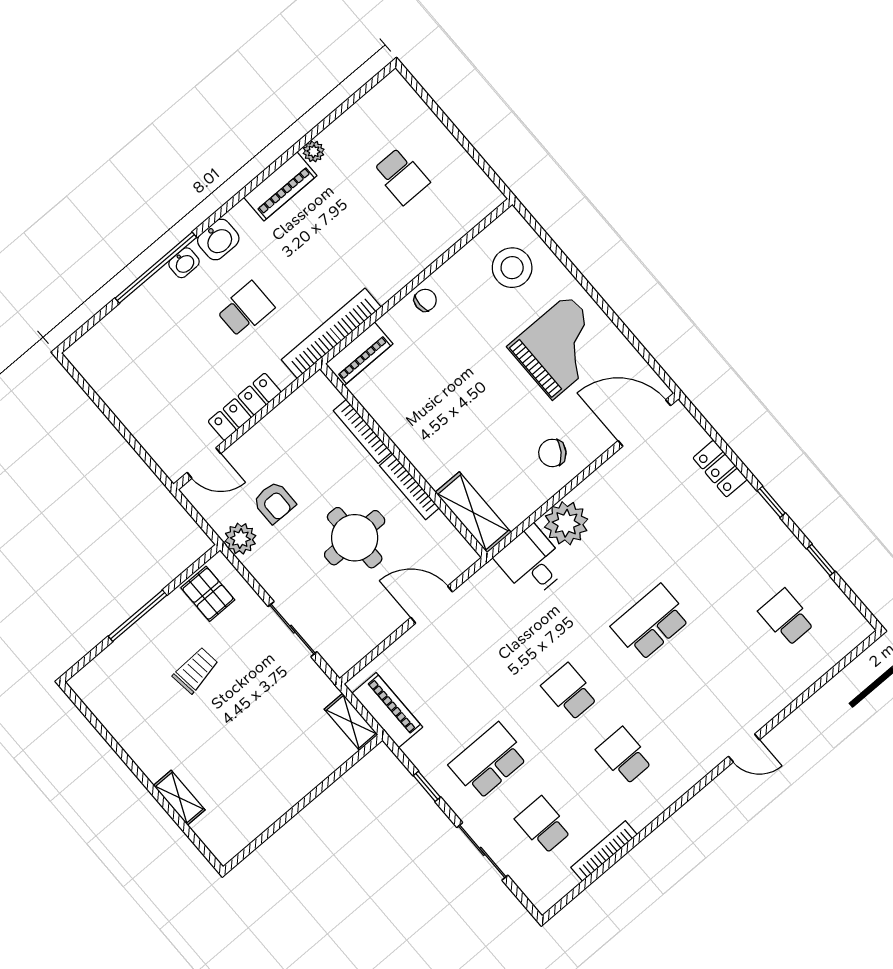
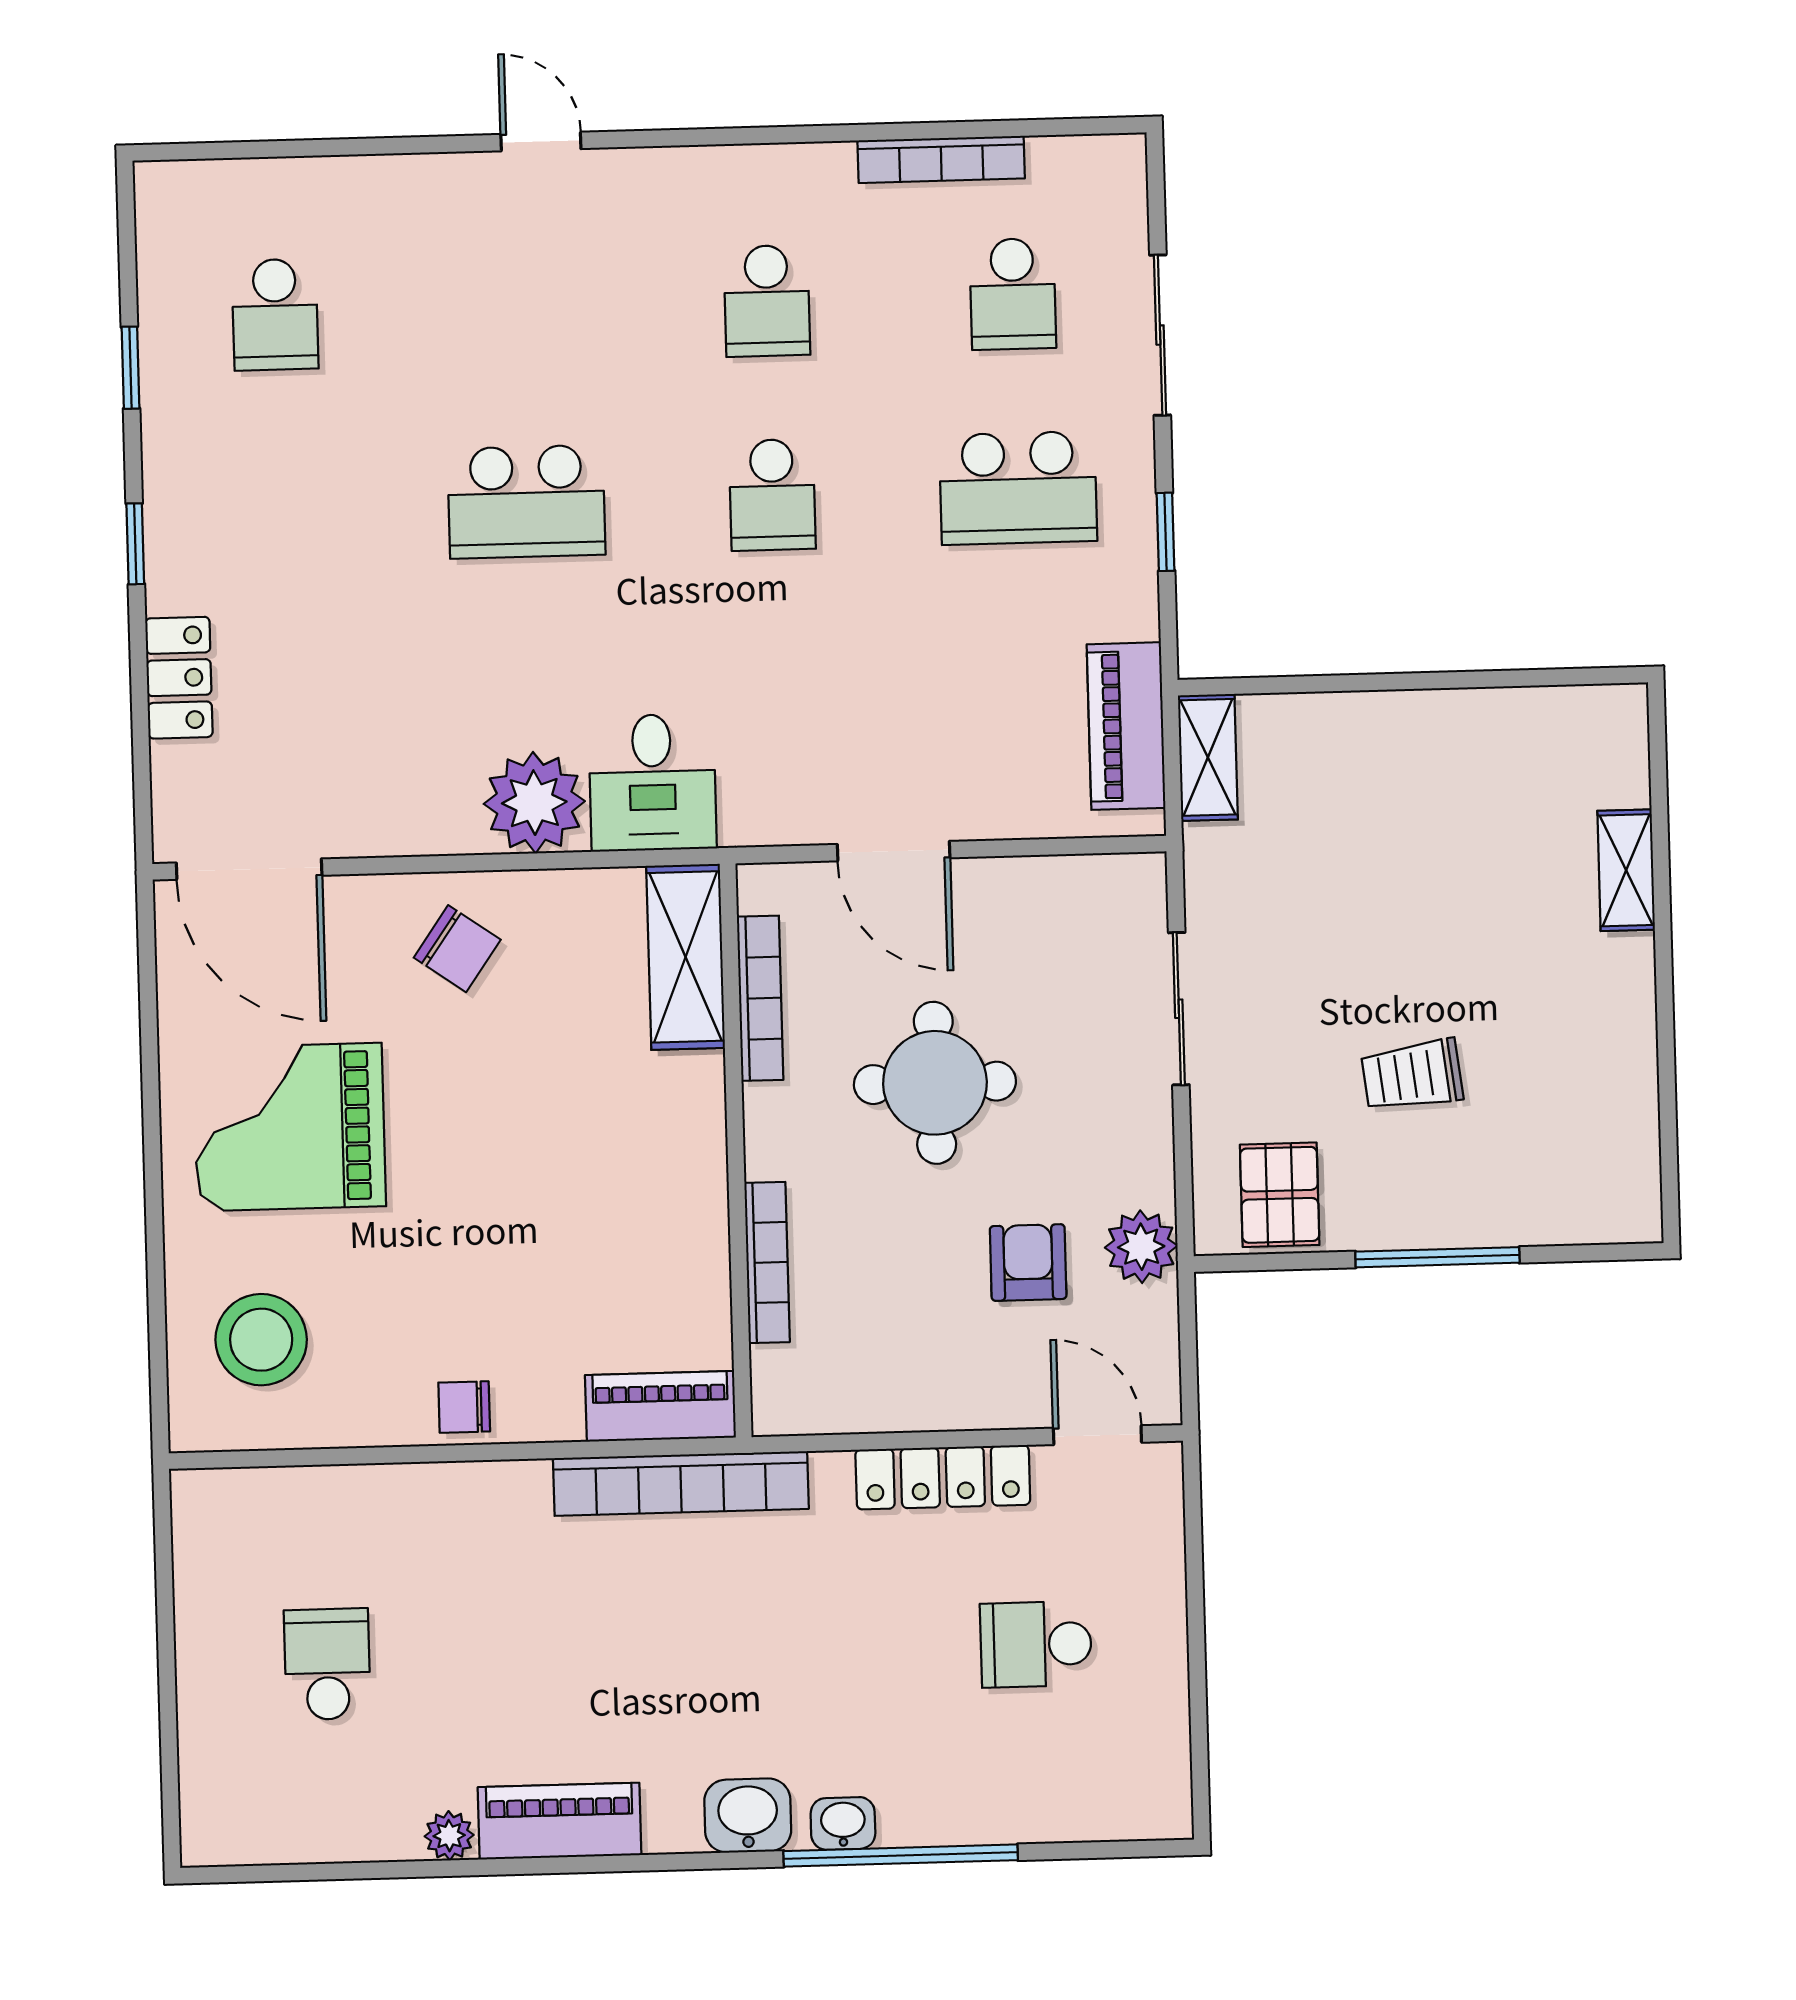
school desk: (246, 309) -> (1036, 1644), moved
bookcase: (409, 487) -> (760, 998), moved

